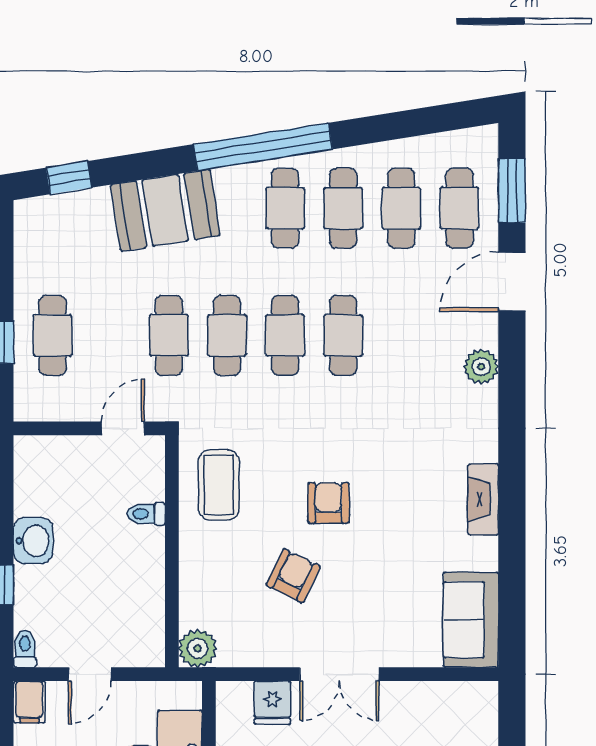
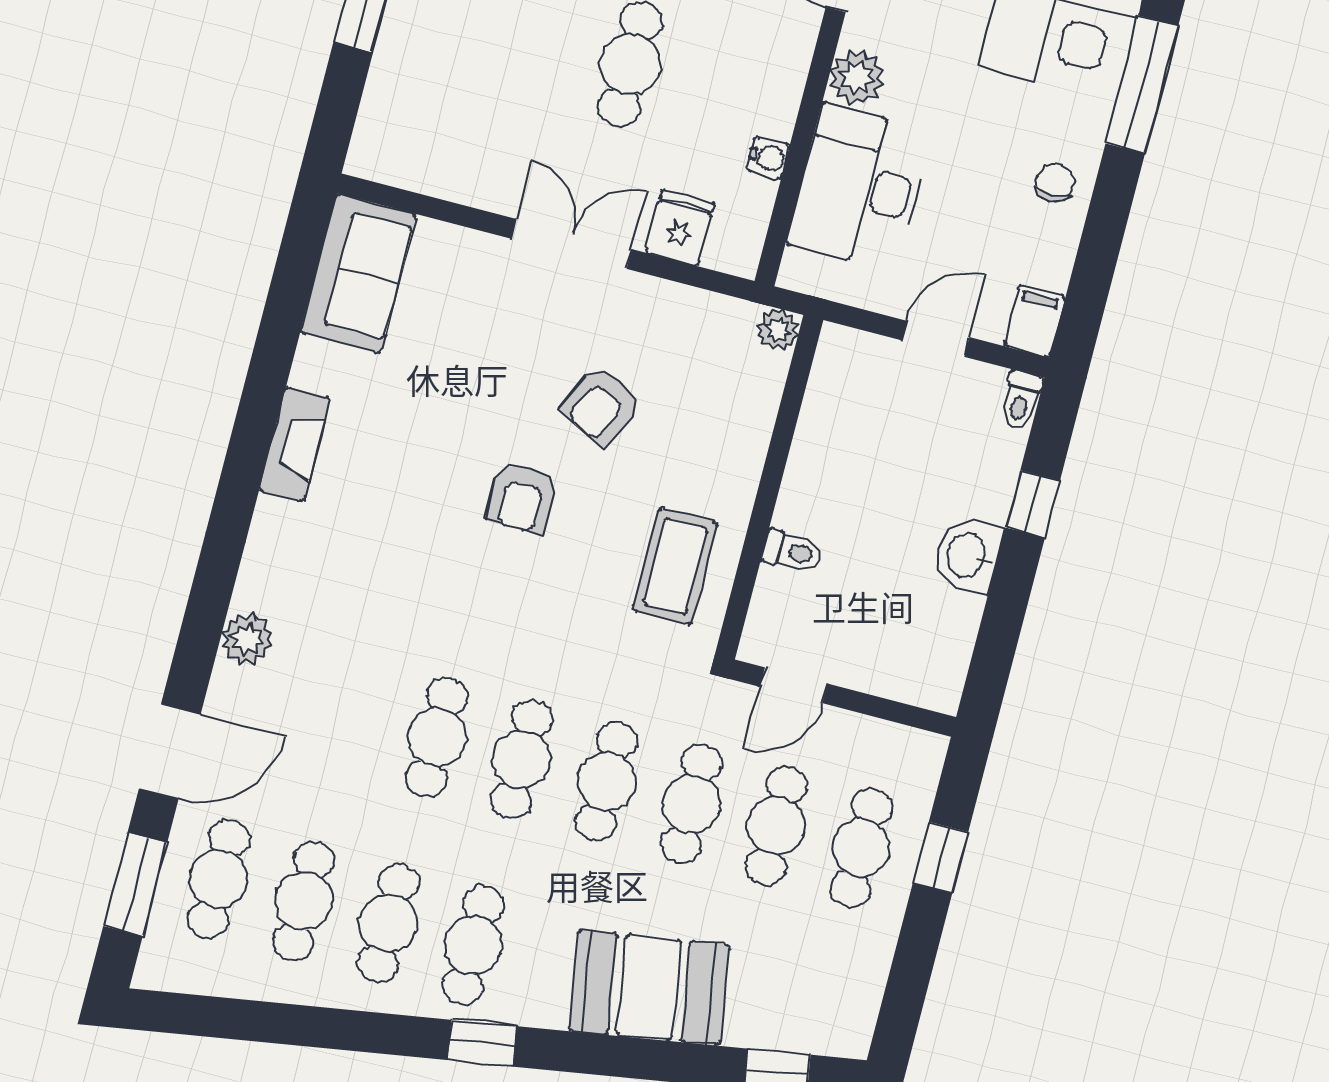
window: (263, 147) -> (482, 1043), width x0.32
cafe table: (111, 335) -> (776, 826), added
plant: (198, 648) -> (778, 330), width x0.73, depth x0.73

